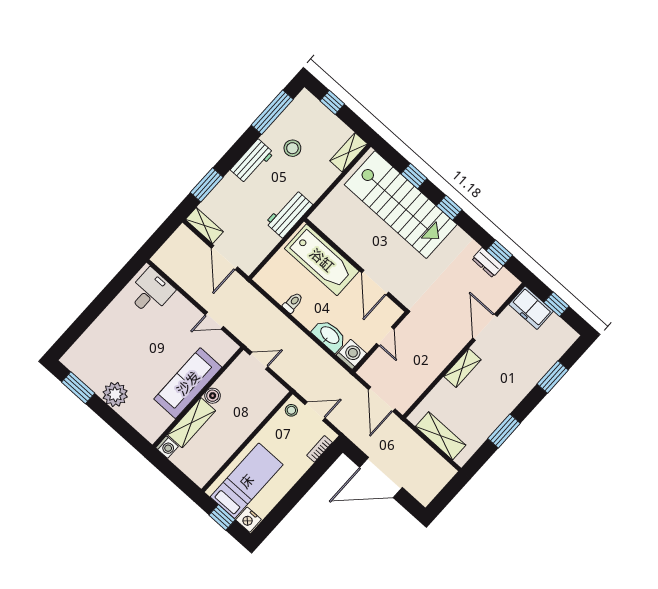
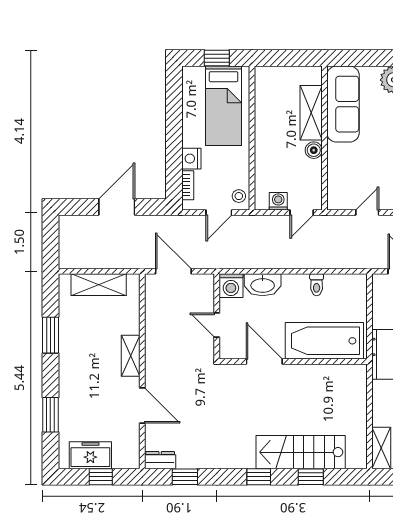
stairs: (401, 205) -> (301, 452), width x0.73, depth x0.66
dresser: (487, 262) -> (160, 460), moved
freezer: (531, 308) -> (90, 455), moved
sofa: (188, 383) -> (343, 104), moved
washing machine: (167, 447) -> (278, 201), moved, turned 90
door: (381, 477) -> (117, 207), width x0.73
nightstand: (248, 520) -> (191, 159), moved, turned -90

